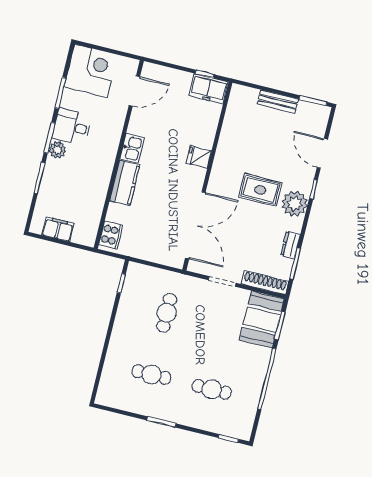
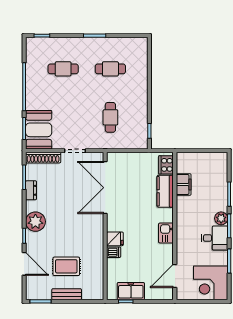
freezer: (209, 89) -> (131, 291), moved
dishwasher: (205, 140) -> (114, 252), added
kitchen counter: (125, 183) -> (165, 191), moved
rug: (260, 190) -> (66, 266), moved
filing cabinet: (58, 229) -> (184, 184), moved, turned -90

